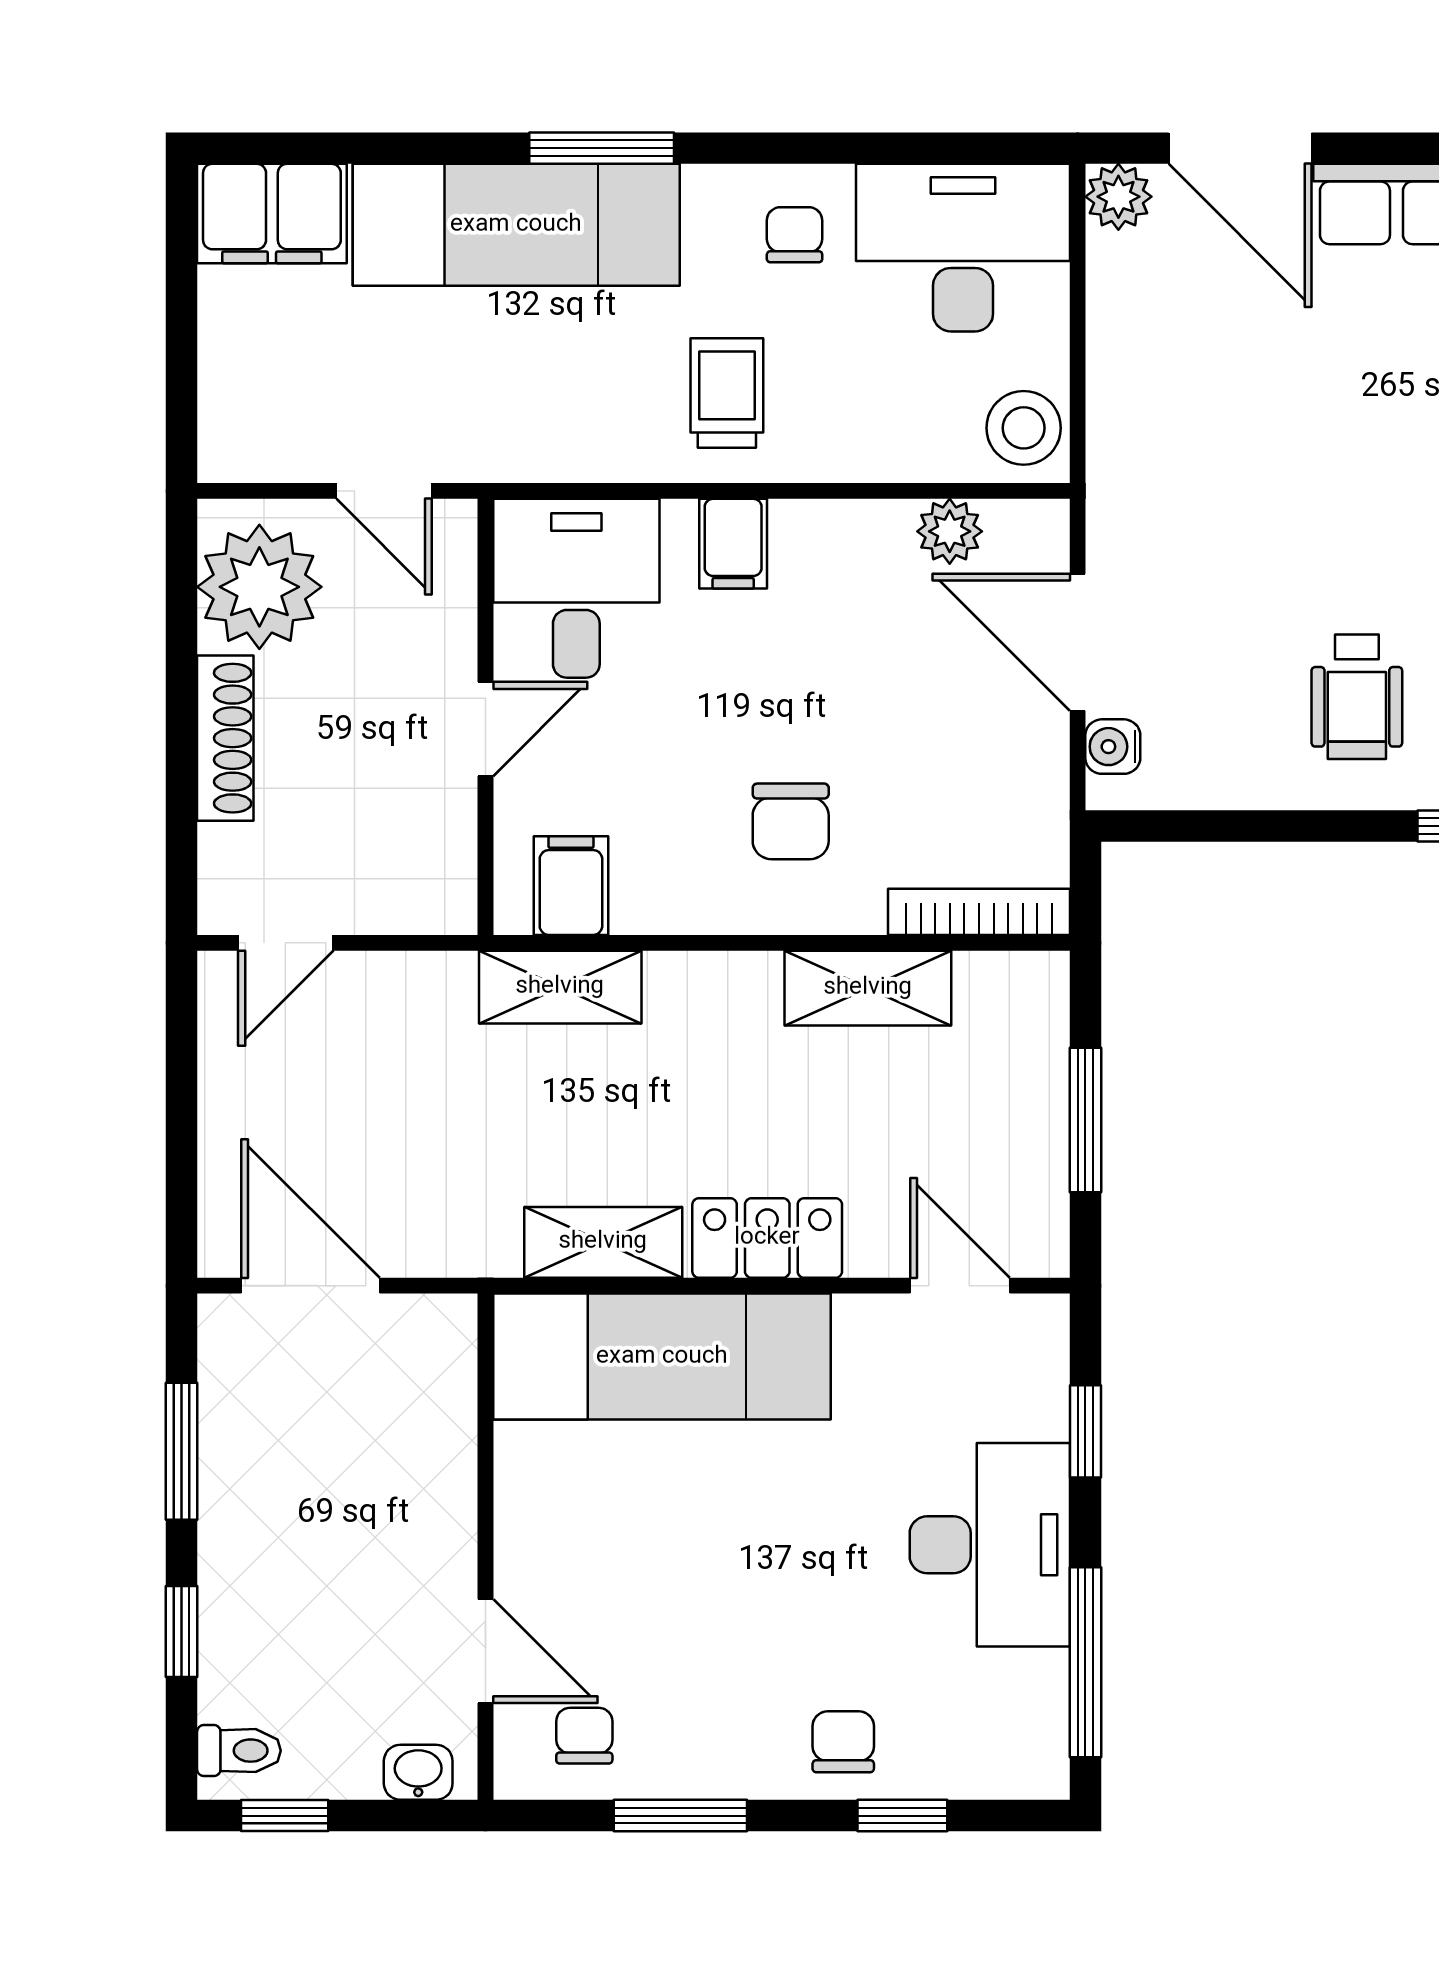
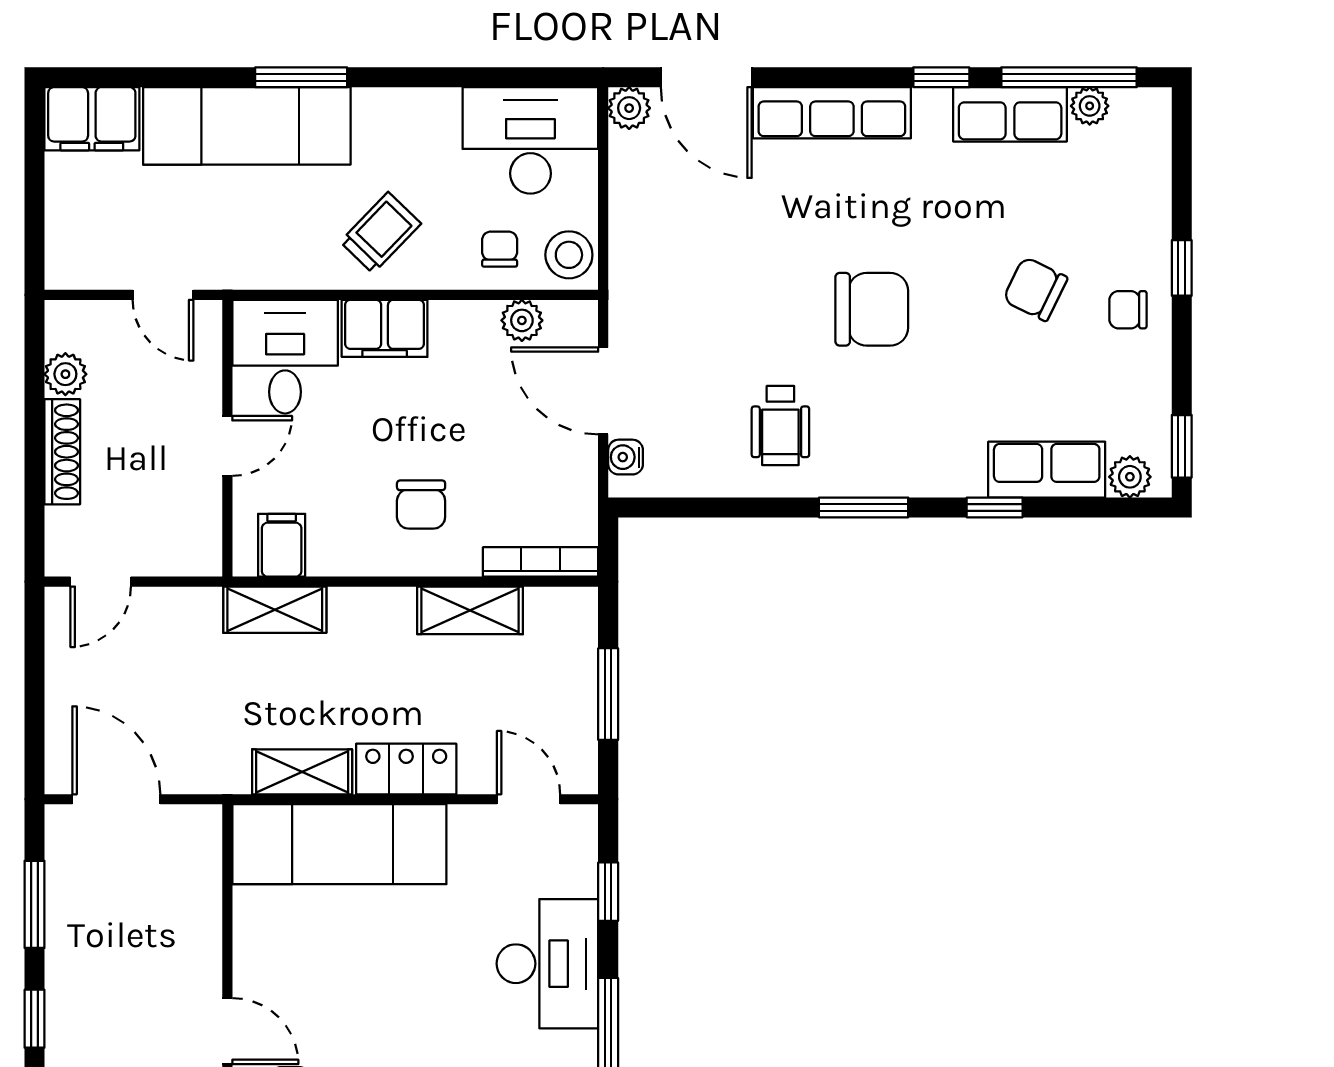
chair: (795, 235) -> (500, 249), moved
trolley: (727, 393) -> (381, 233), turned 44
filing cabinet: (733, 544) -> (385, 328), width x2.00
plant: (259, 587) -> (65, 374), width x0.53, depth x0.53

